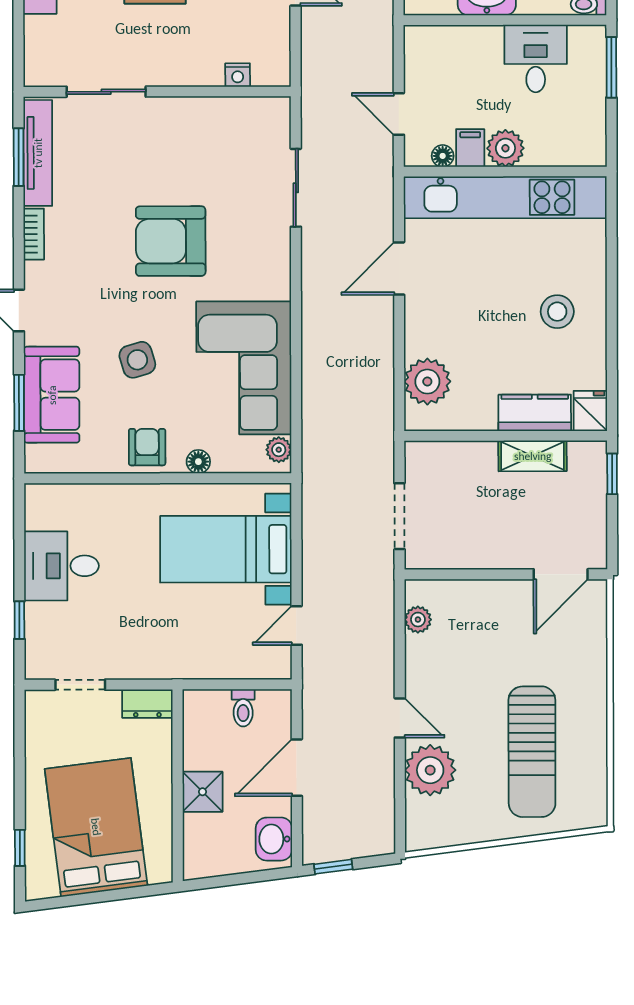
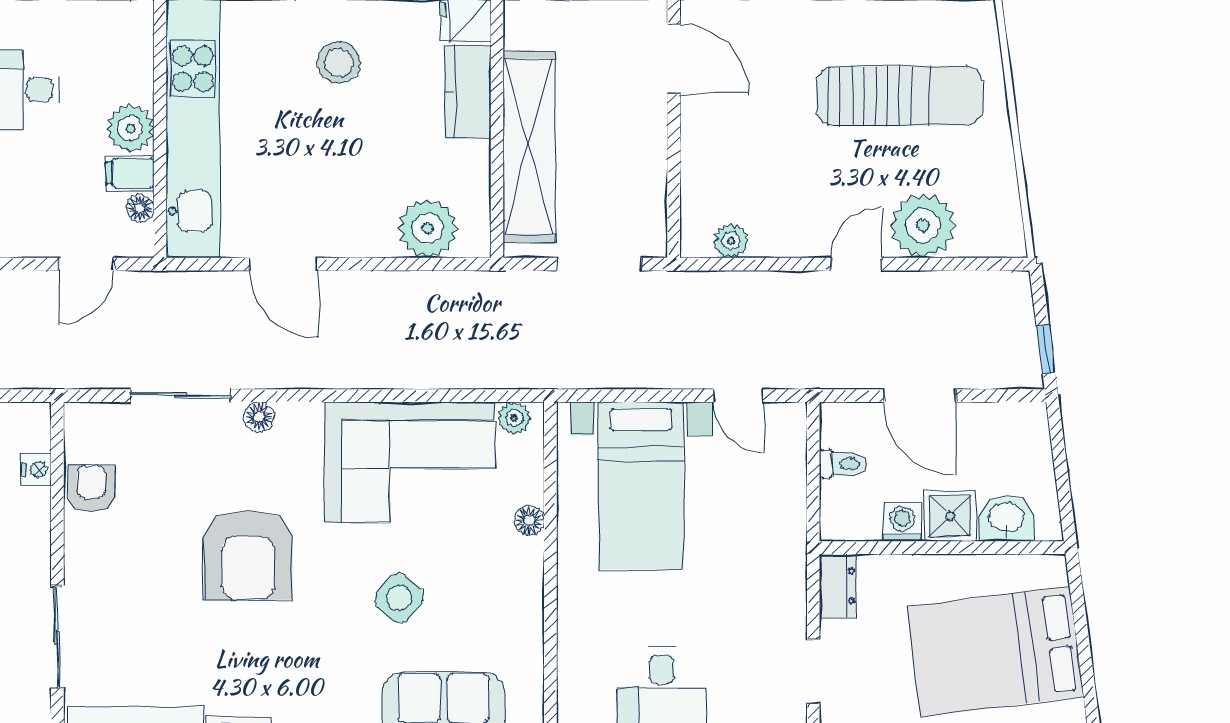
floor lamp: (279, 249) -> (259, 417), added
side table: (137, 360) -> (399, 598), turned -33
armchair: (147, 447) -> (91, 488), moved, turned 90
shelving: (533, 456) -> (529, 146), width x2.20, depth x1.33
washing machine: (197, 754) -> (902, 522), added
washbasin: (274, 839) -> (1006, 518), moved, turned 180

